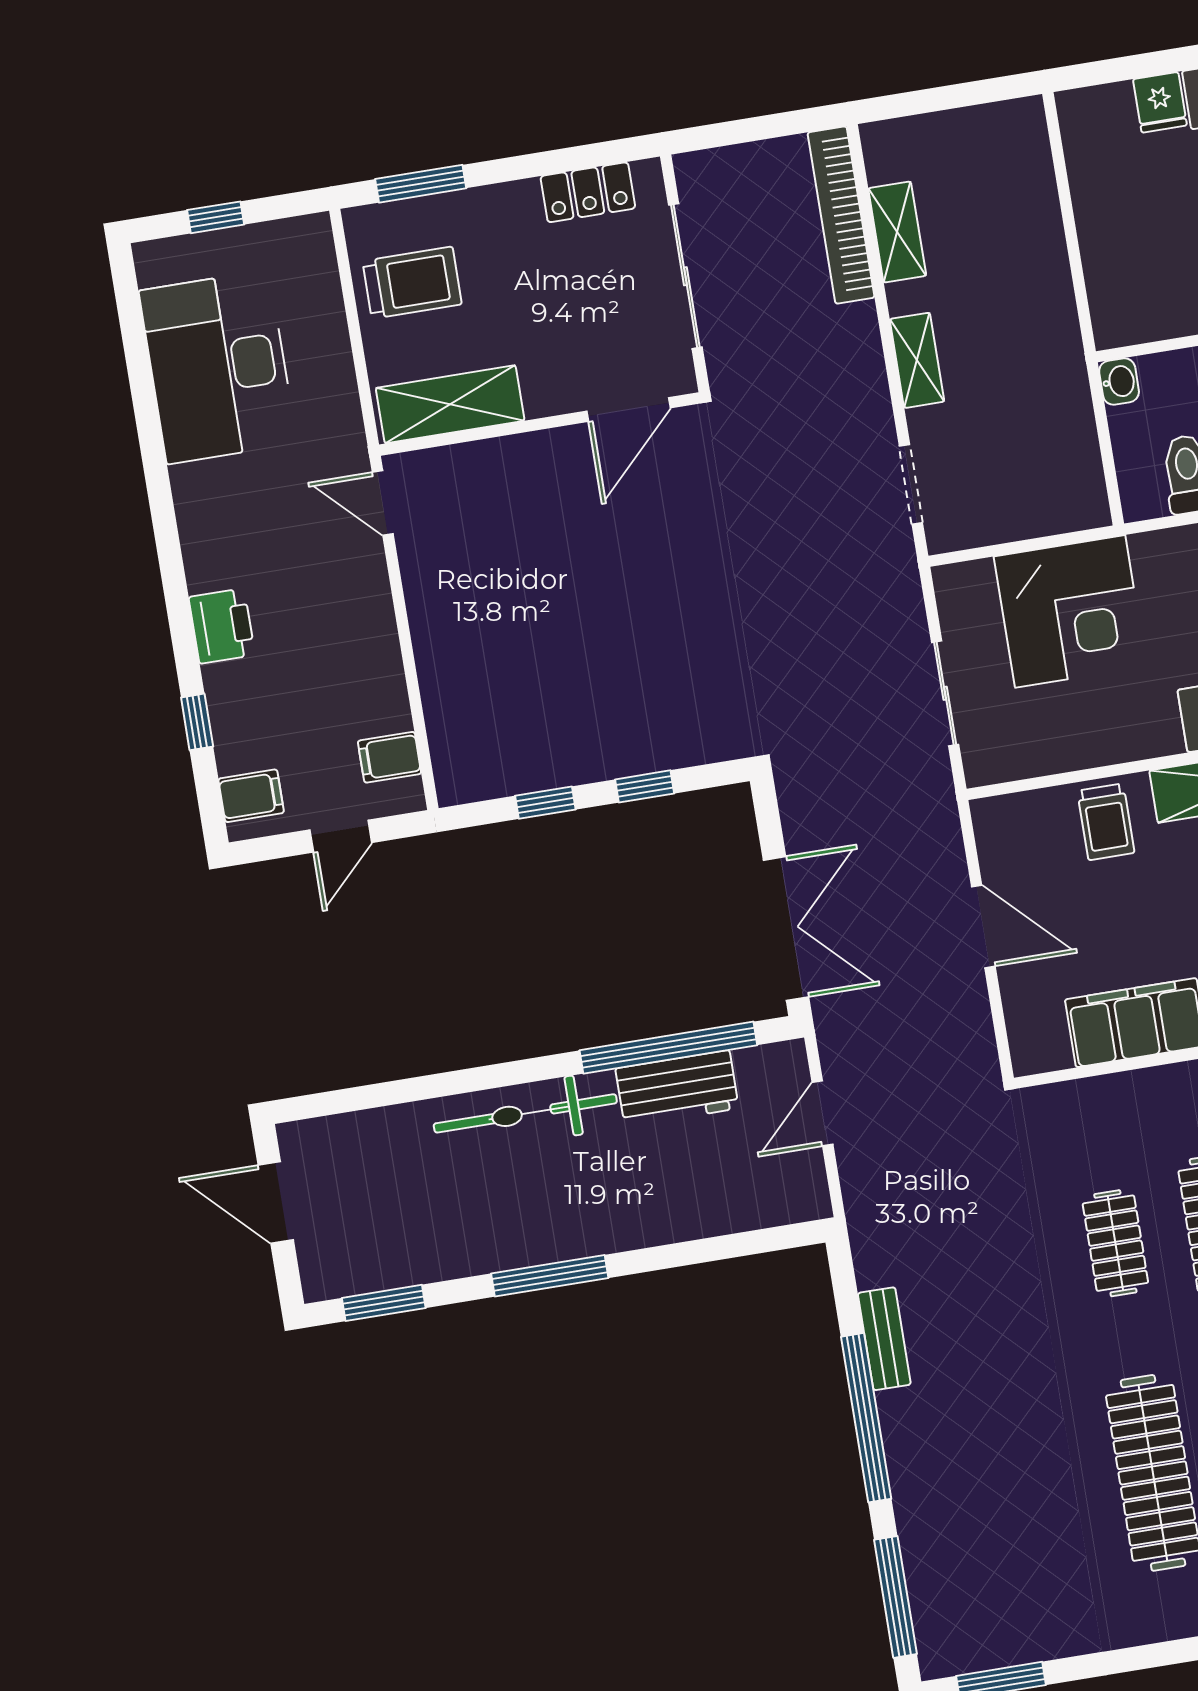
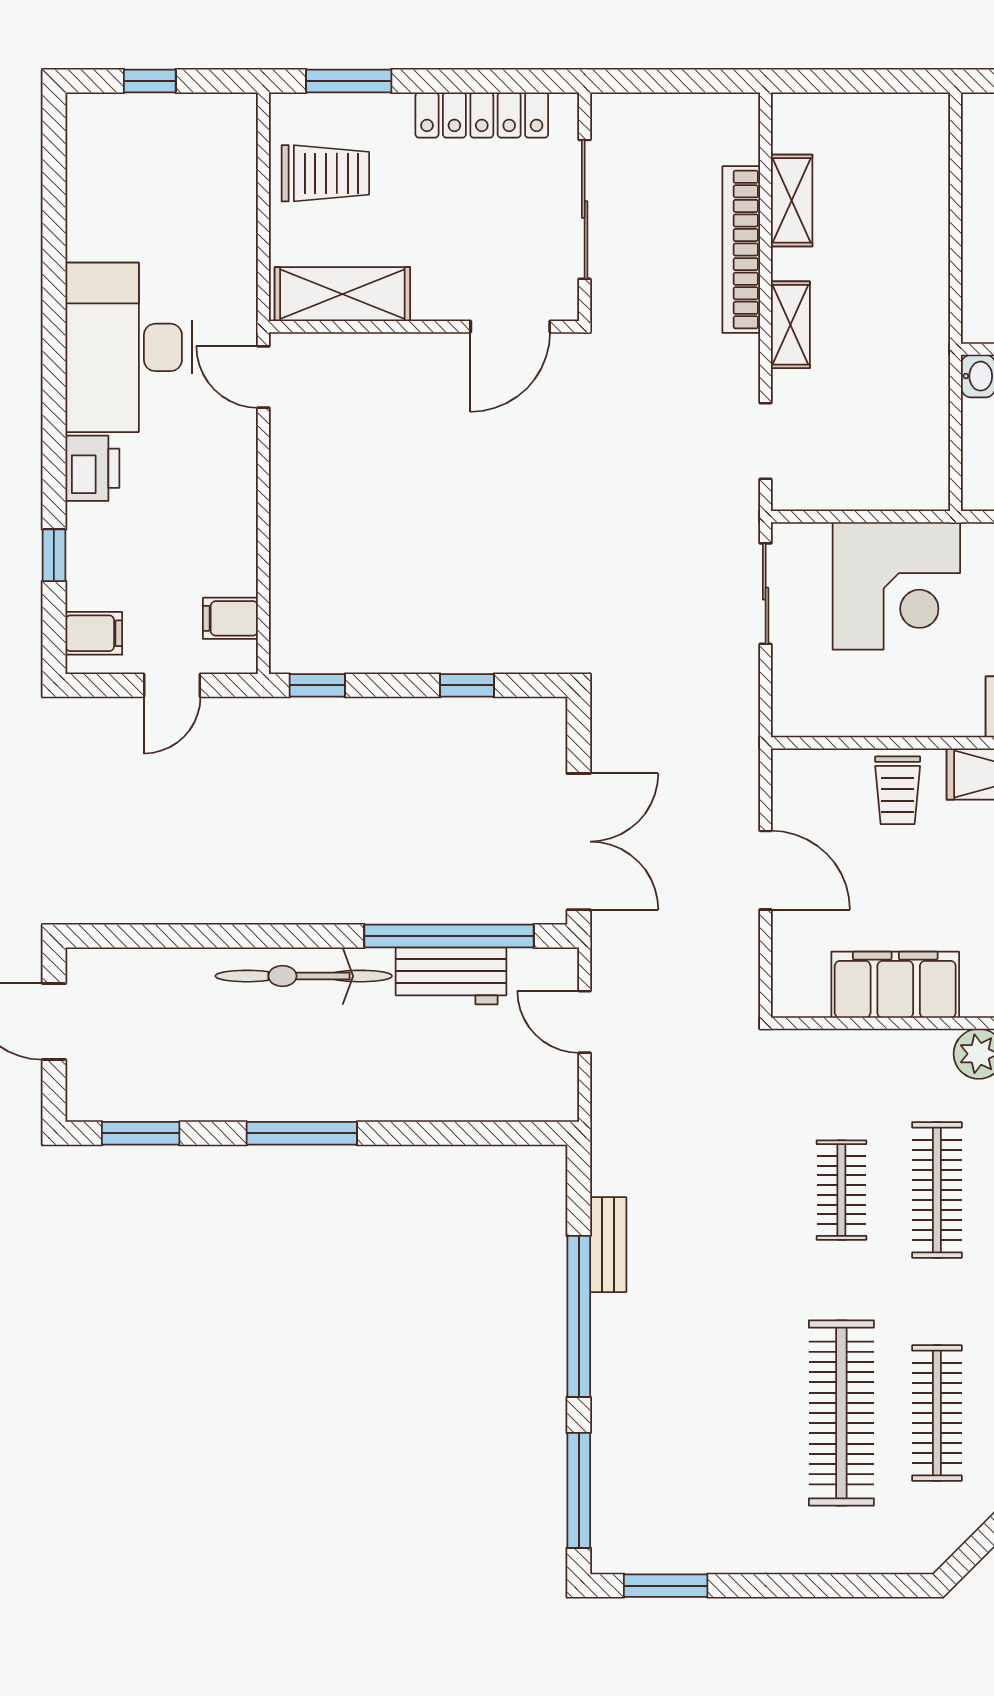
locker: (588, 192) -> (482, 115), width x1.53
bookcase: (841, 215) -> (741, 250), moved
desk: (218, 367) -> (129, 347), moved
sliding door: (945, 693) -> (766, 594), moved
window: (545, 803) -> (317, 685), moved
door: (822, 1113) -> (585, 1022), hinge flipped

